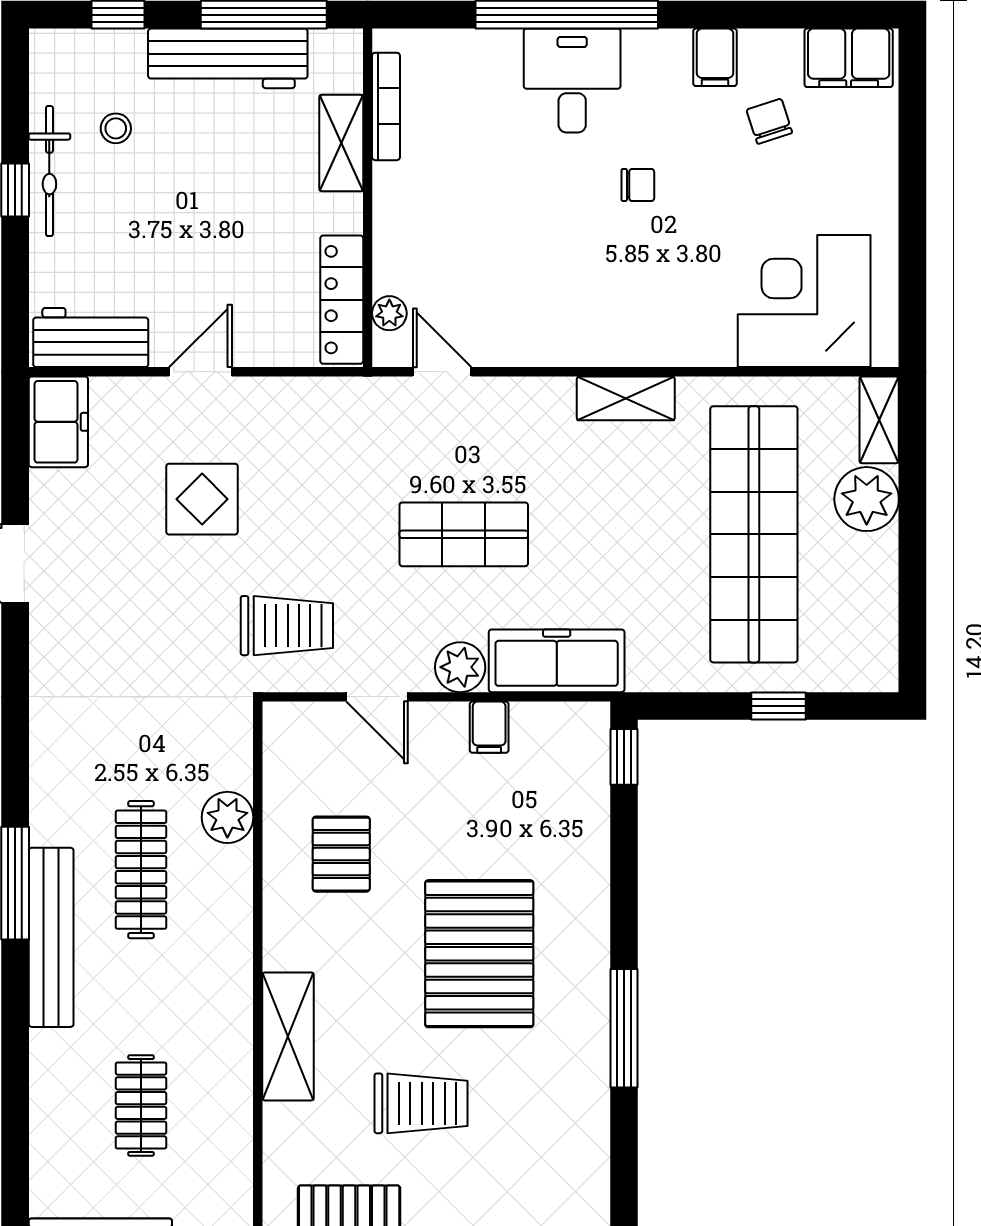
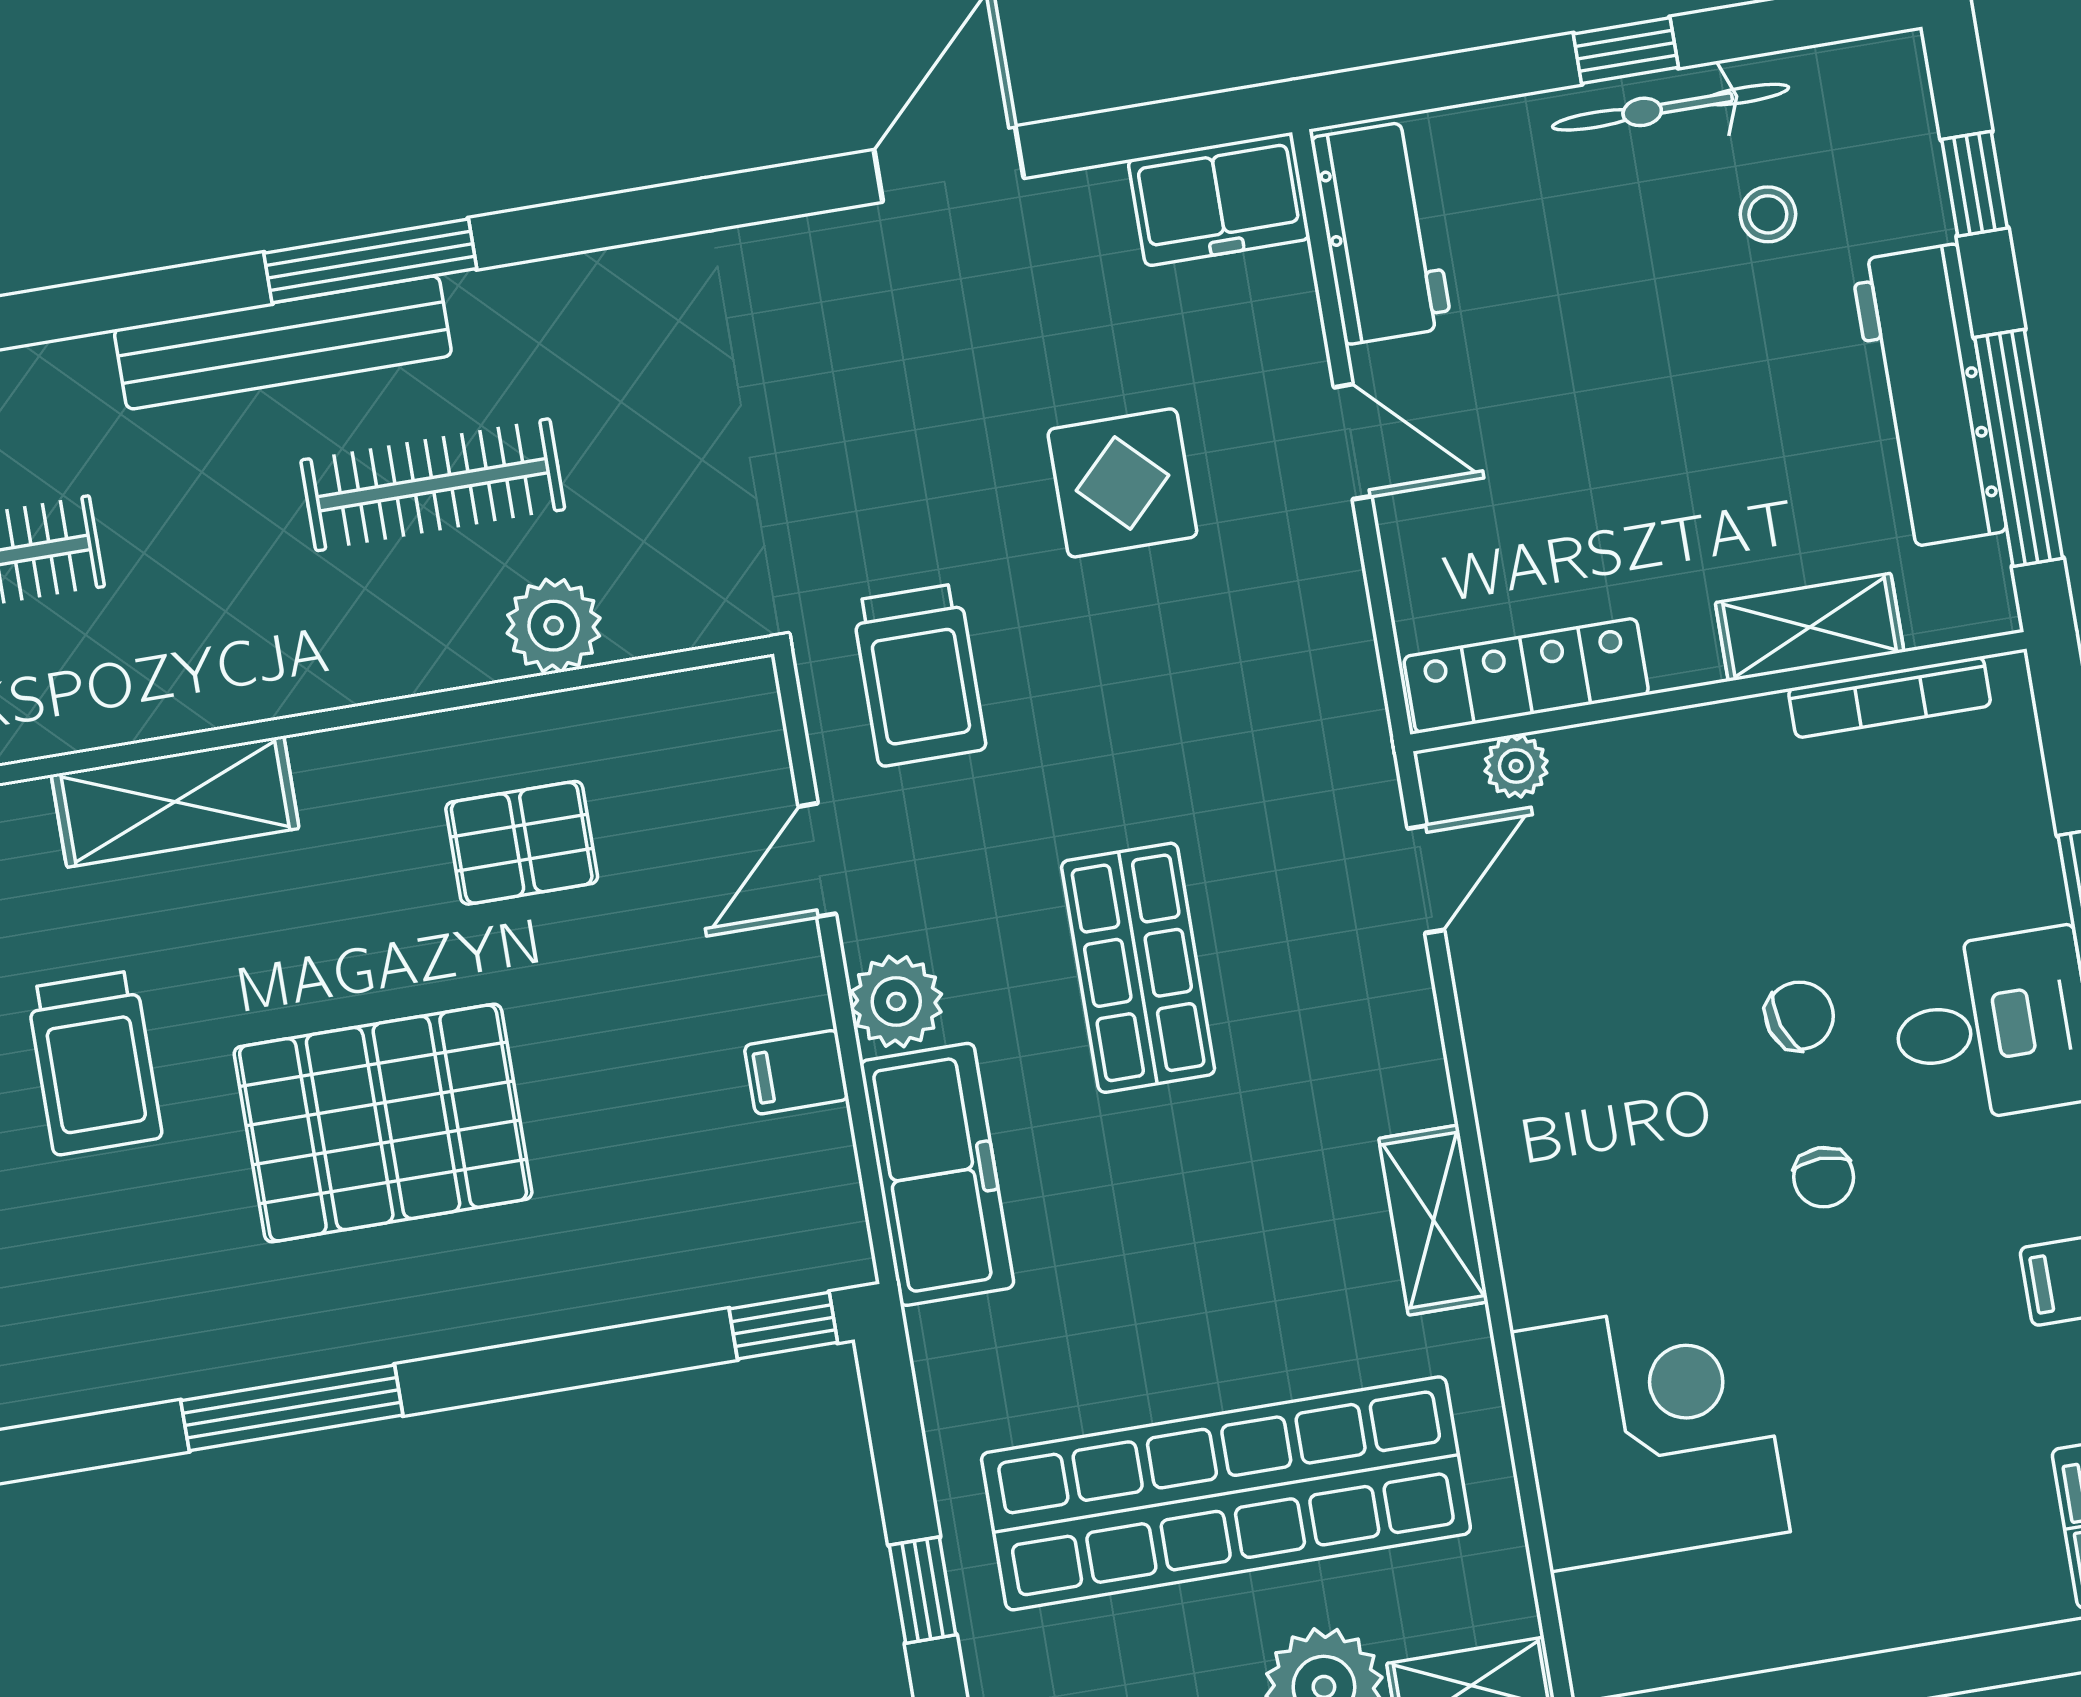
chair: (769, 121) -> (1800, 1016), moved
corner desk: (804, 301) -> (1650, 1432), moved

